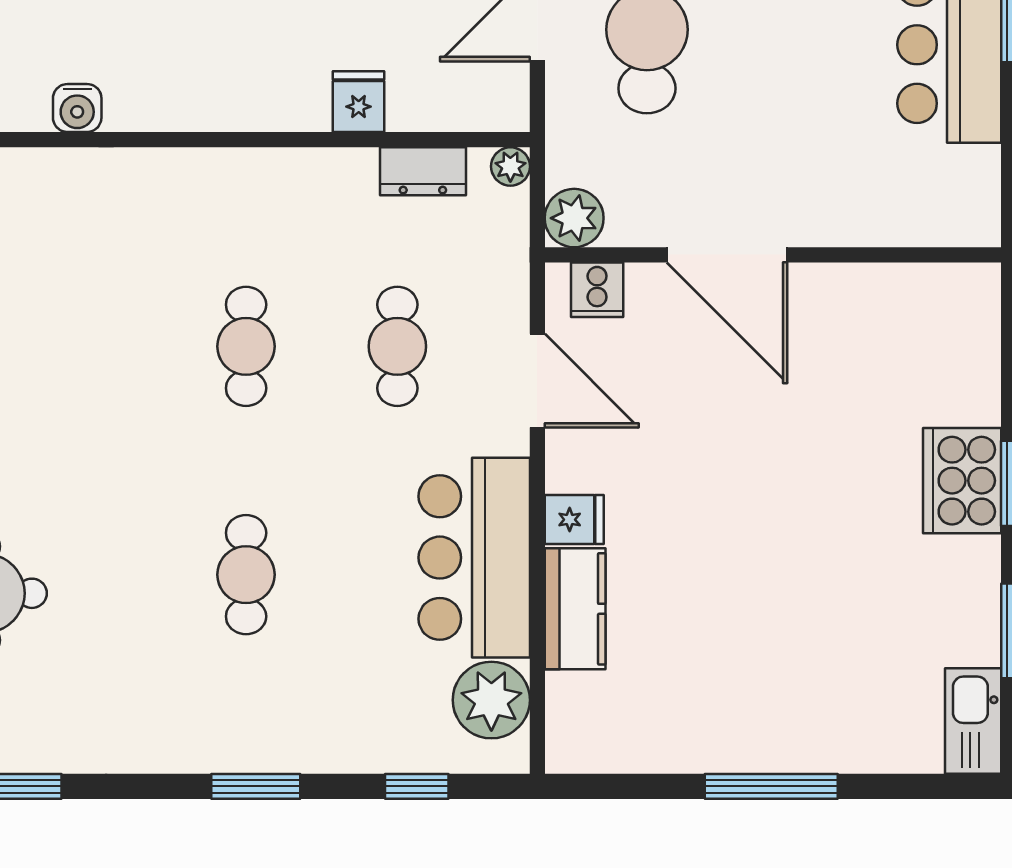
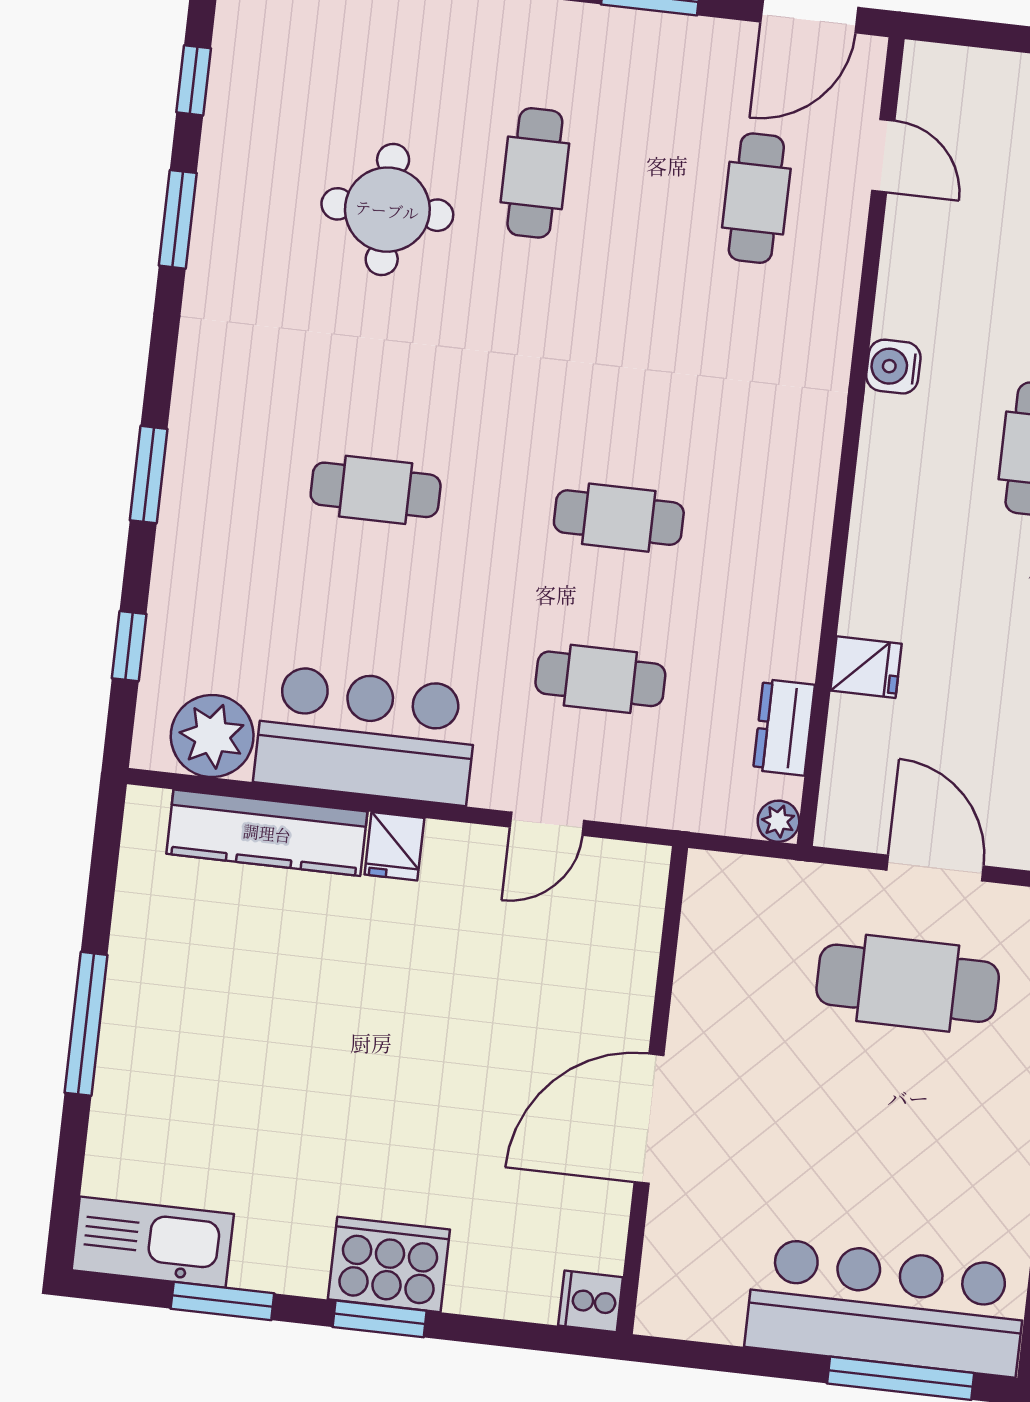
plant: (574, 218) -> (716, 883), removed
door: (727, 255) -> (649, 1119), moved
cooker: (597, 290) -> (591, 1301), moved
door: (537, 381) -> (547, 824), width x0.73
kitchen counter: (575, 609) -> (267, 833), width x1.50
kitchen sink: (973, 721) -> (153, 1242), width x1.36, depth x1.24

